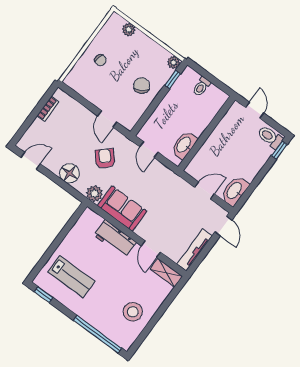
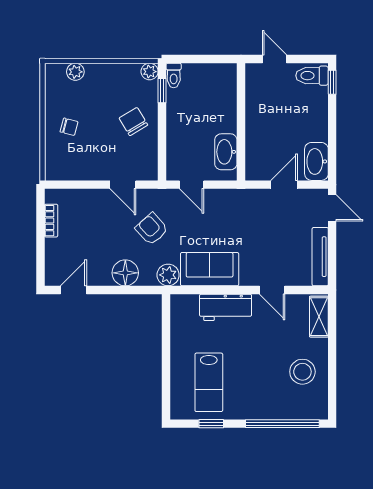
toilet: (201, 87) -> (174, 75), moved
shelving: (166, 273) -> (319, 317), moved, turned 90
lab bench: (71, 277) -> (209, 382), turned 90
window: (44, 295) -> (211, 424), moved

